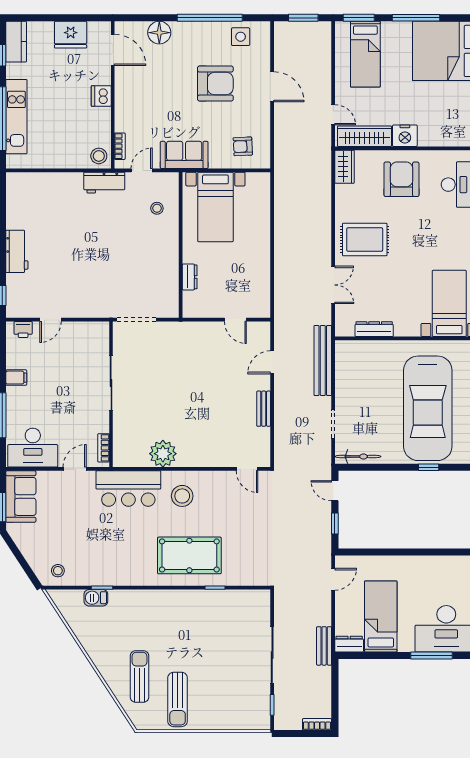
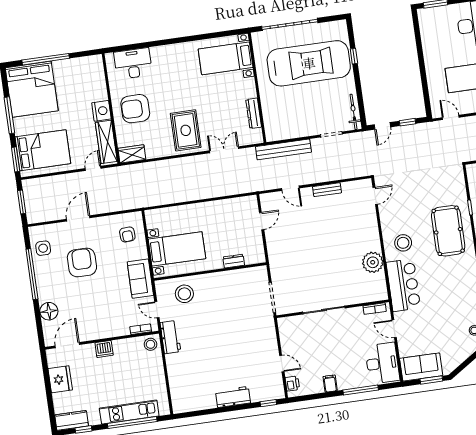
bed: (365, 54) -> (43, 150), width x1.50
stool: (157, 208) -> (184, 294), width x1.89, depth x1.89

